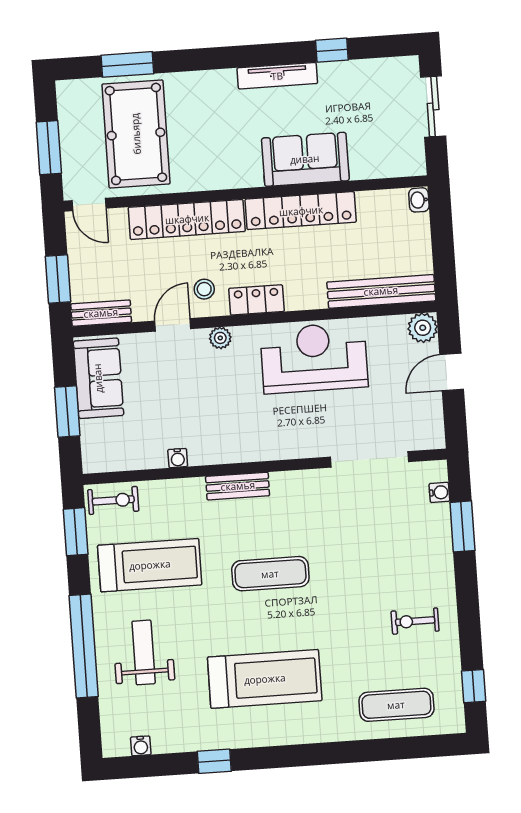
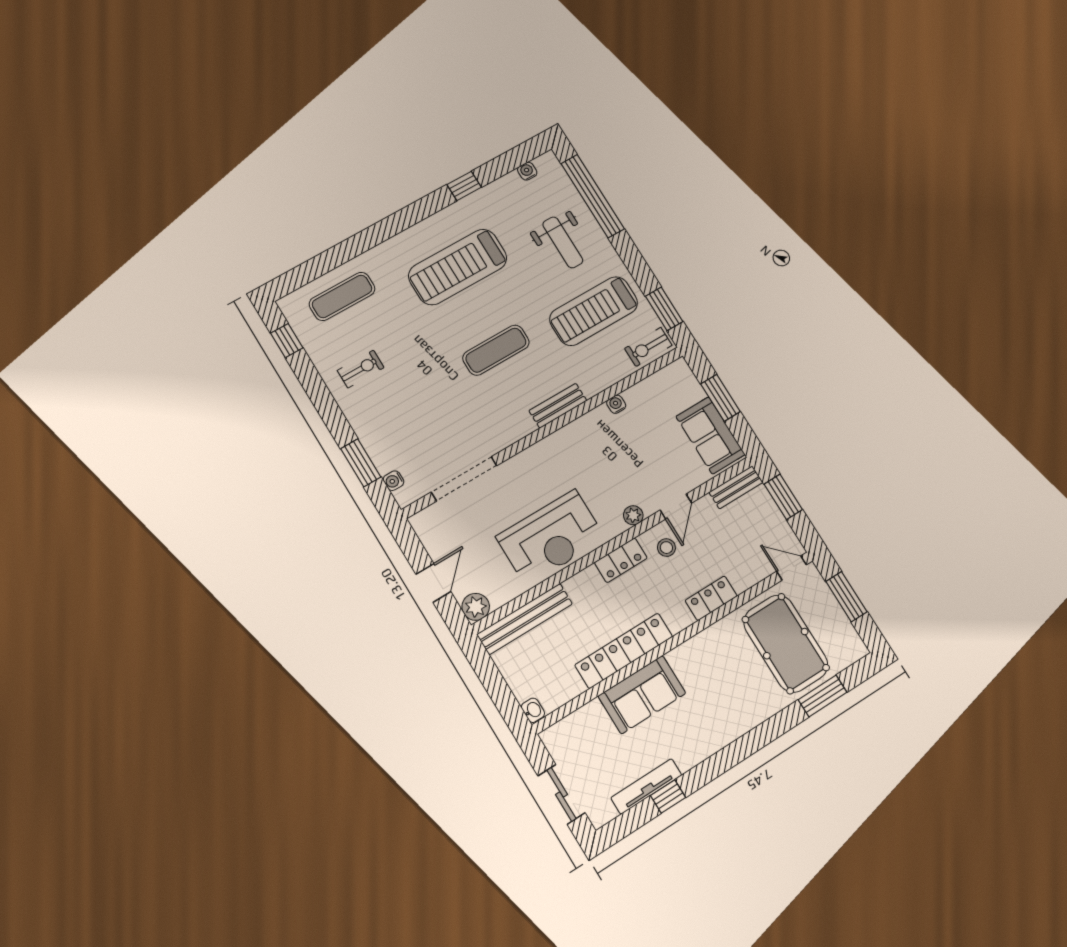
tv unit: (277, 76) -> (646, 786), moved
locker: (187, 219) -> (711, 598), width x0.46, depth x0.83
window: (84, 646) -> (593, 196), moved

